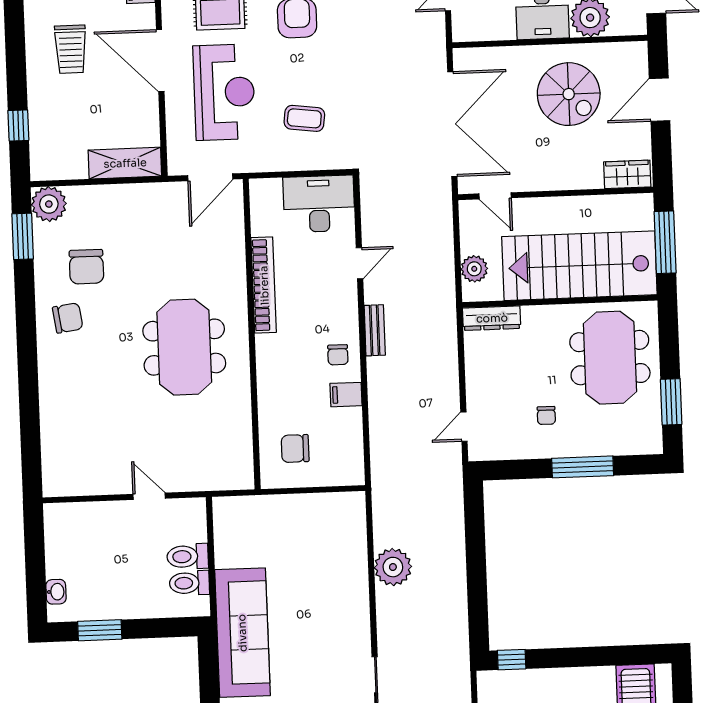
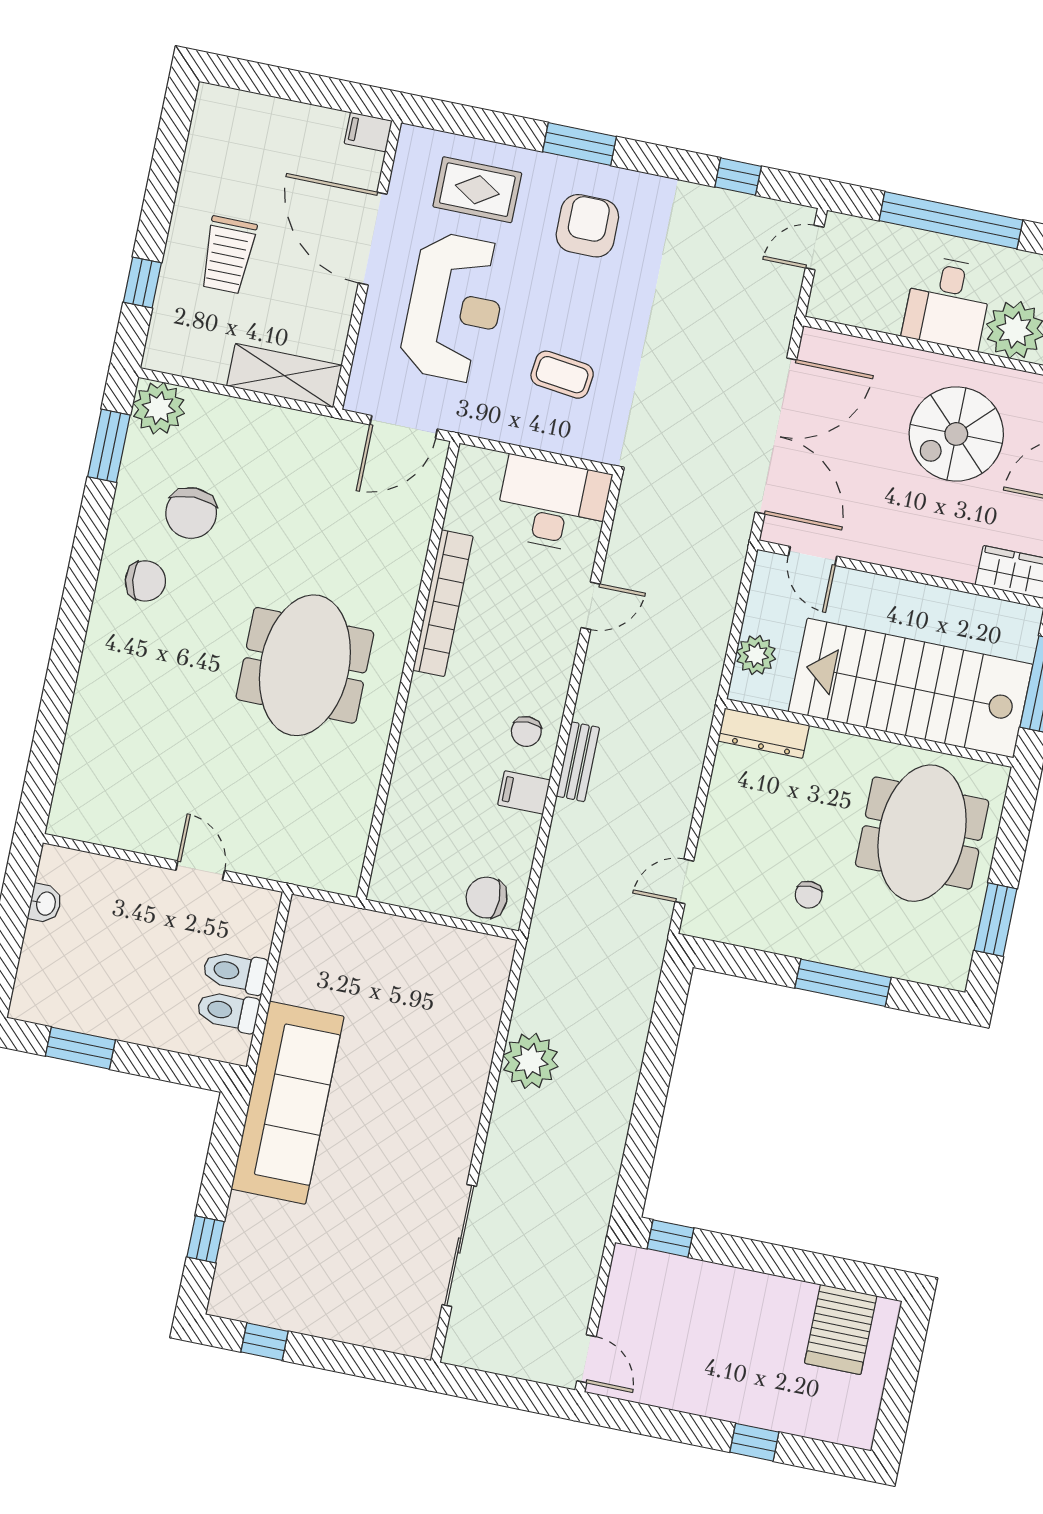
trolley: (71, 49) -> (228, 255), moved
spiral stairs: (569, 94) -> (956, 434), turned 90
bench: (375, 330) -> (578, 762), moved
chair: (295, 448) -> (487, 898), moved
washbasin: (56, 592) -> (45, 903), moved

